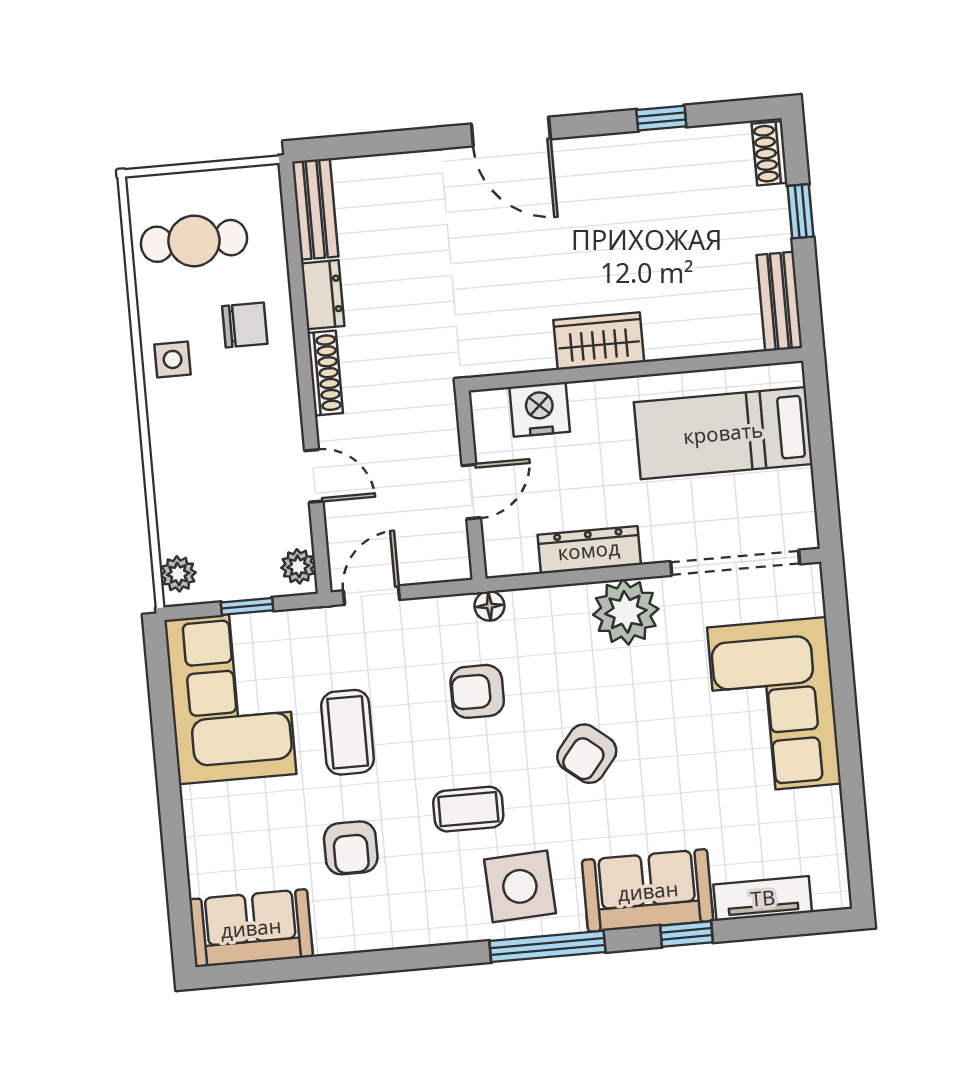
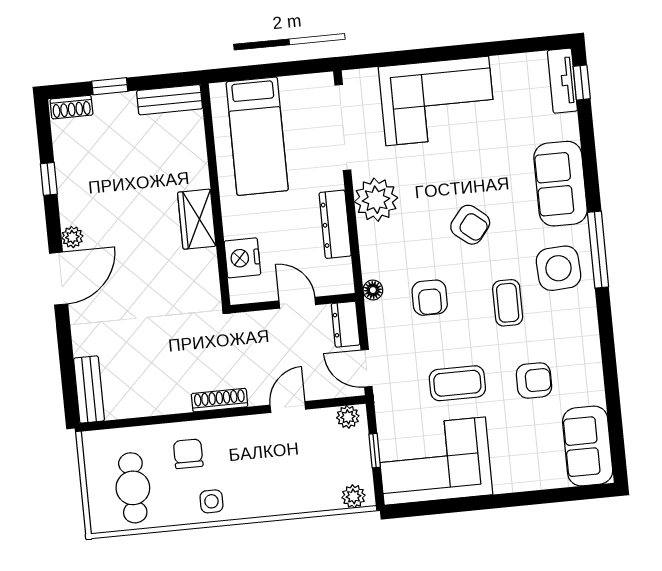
plant: (573, 153) -> (72, 237), added
bench: (315, 209) -> (89, 390), moved, turned 90
dresser: (323, 295) -> (346, 324), moved, turned -90
tv unit: (763, 898) -> (562, 81), moved
window: (686, 934) -> (582, 82), moved

